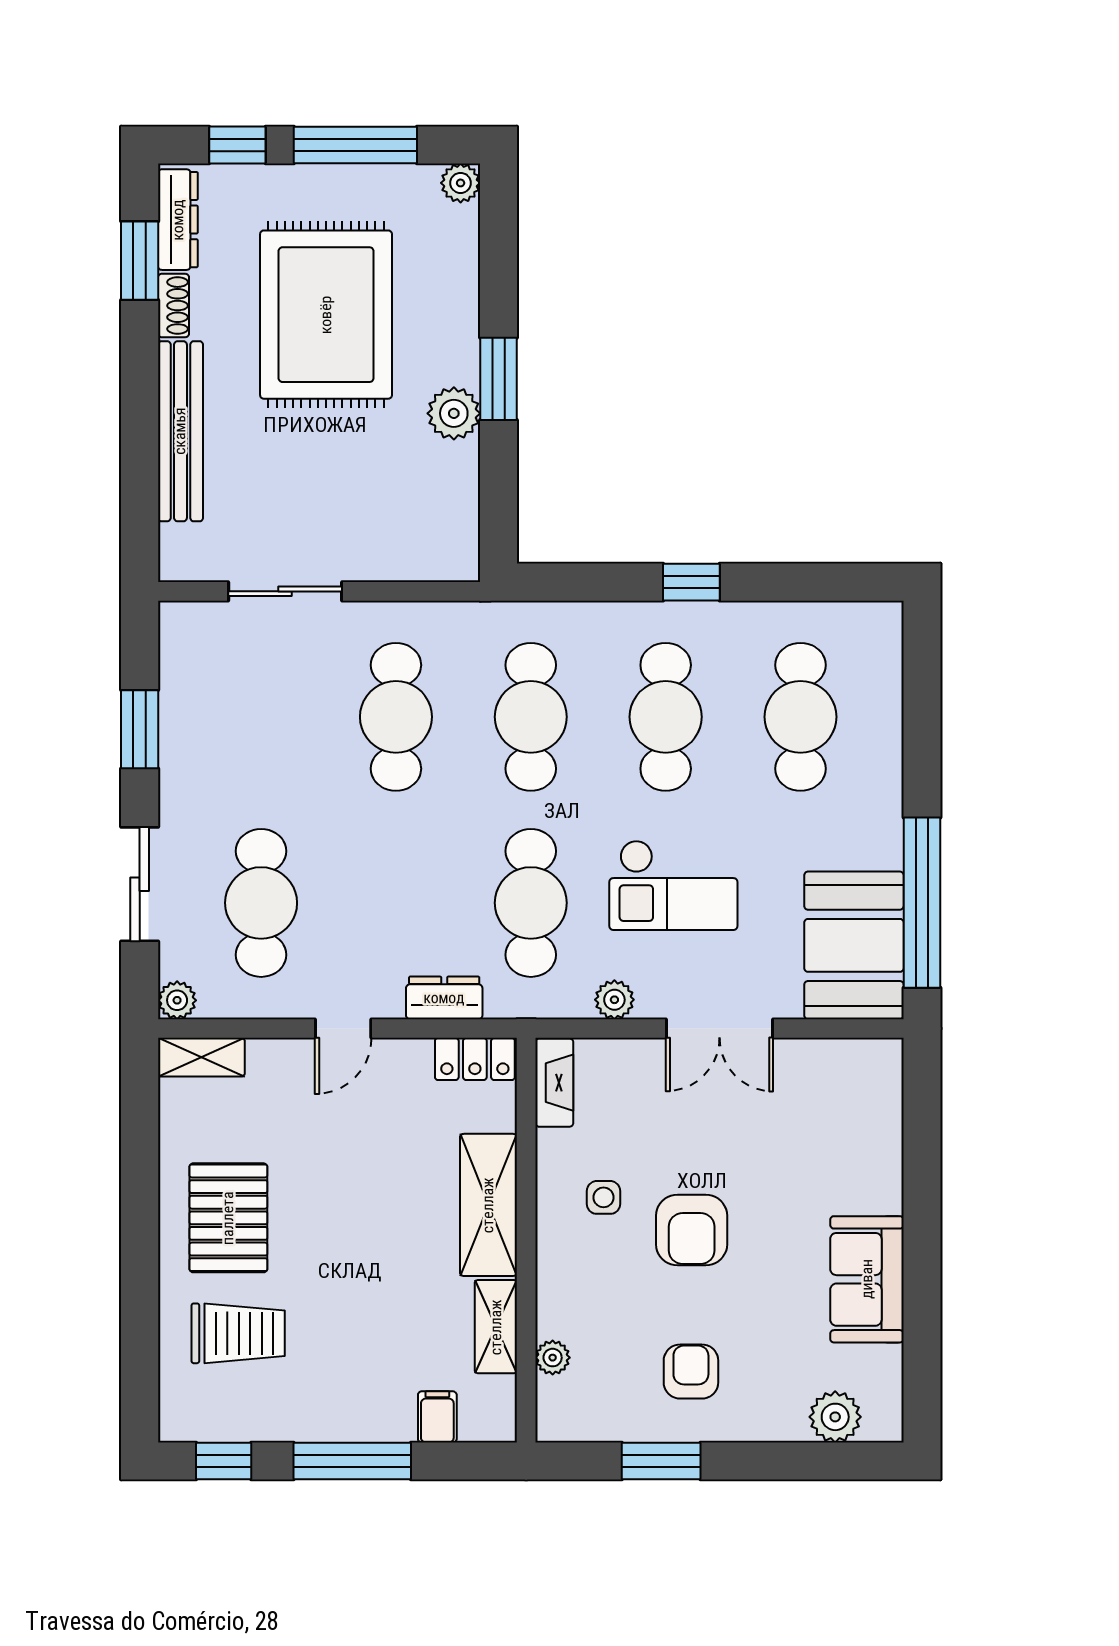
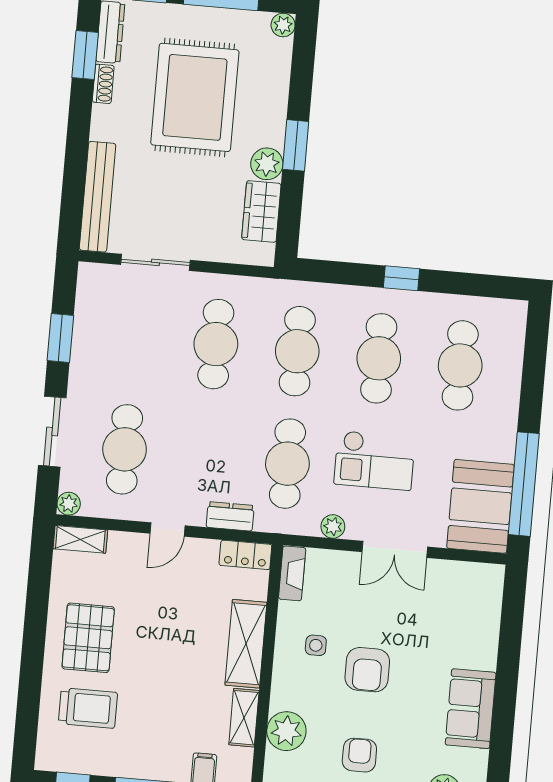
bench: (180, 431) -> (98, 197), moved
wardrobe: (452, 492) -> (261, 211), added
plant: (553, 1358) -> (286, 731), width x1.88, depth x1.88

